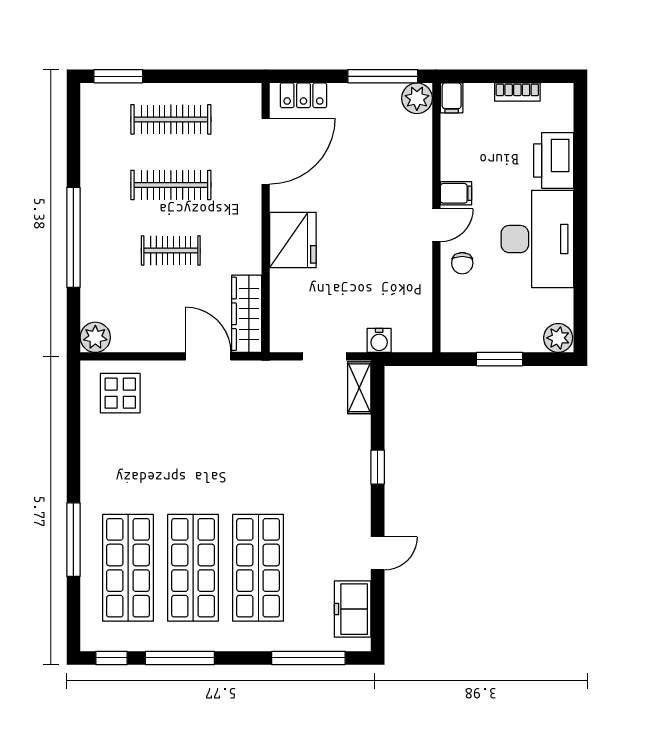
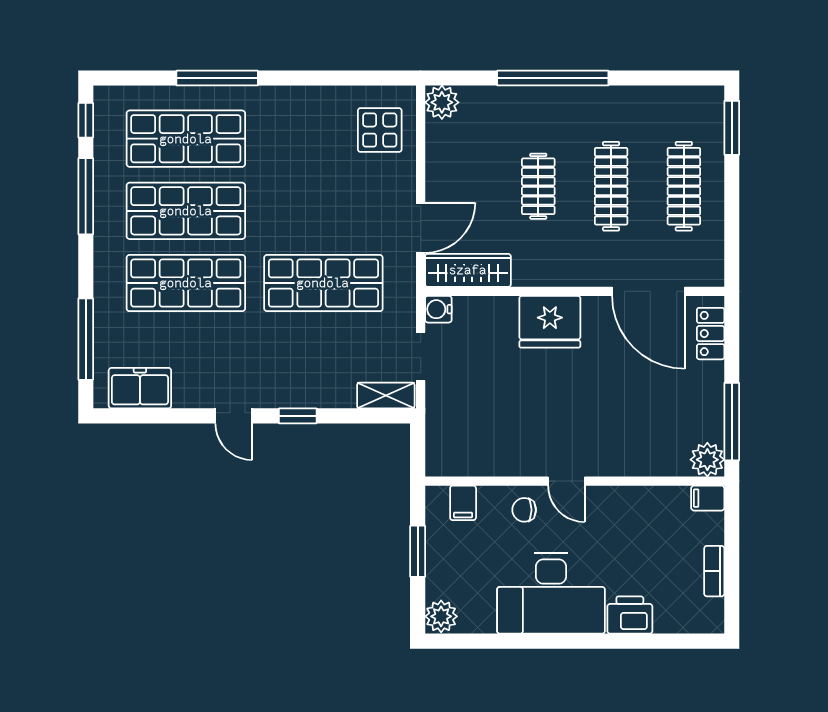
printer: (554, 160) -> (630, 615), width x0.73, depth x0.84
filing cabinet: (456, 193) -> (463, 503), moved
water cooler: (379, 340) -> (438, 309), moved
shop shelf: (258, 444) -> (323, 283), added
door: (378, 553) -> (234, 416), moved

